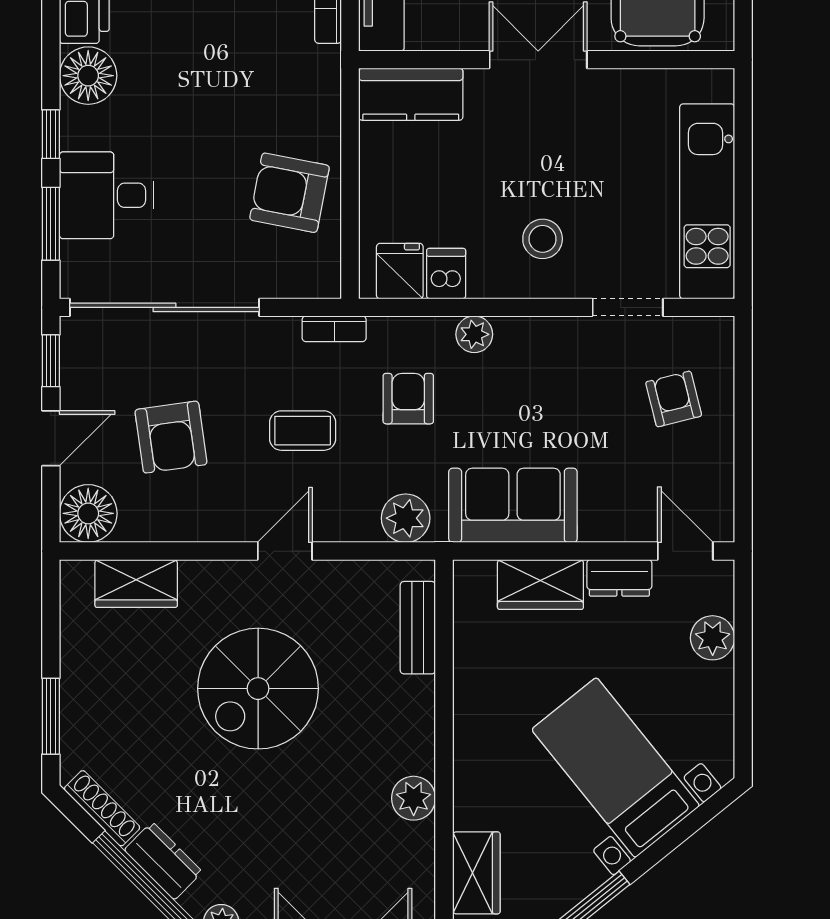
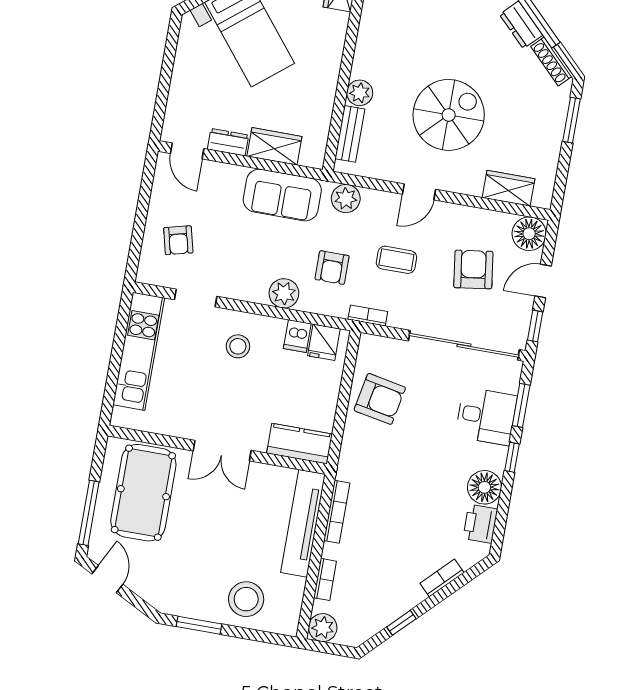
plant: (474, 334) -> (284, 293), width x1.38, depth x1.38
plant: (713, 638) -> (180, 98), removed
plant: (414, 798) -> (360, 93), moved

